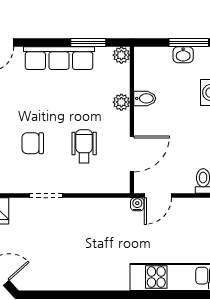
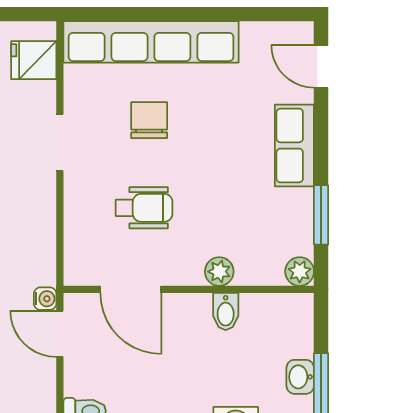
row of seats: (59, 58) -> (294, 145), width x0.68

